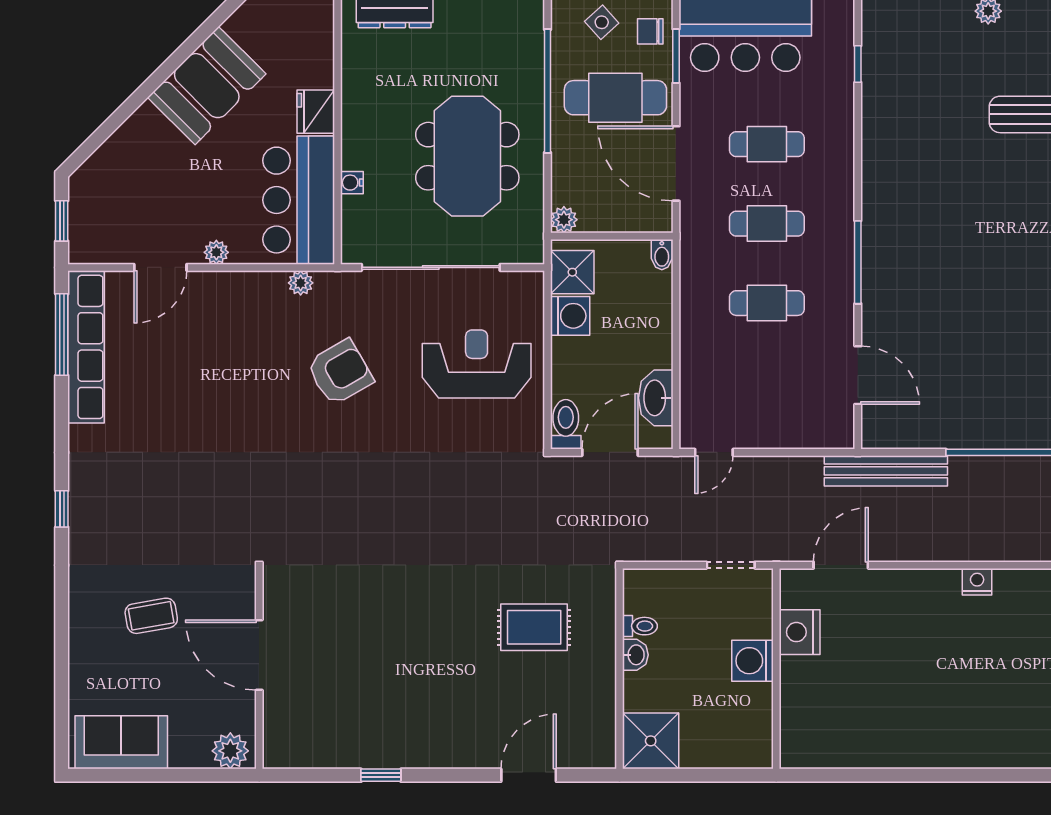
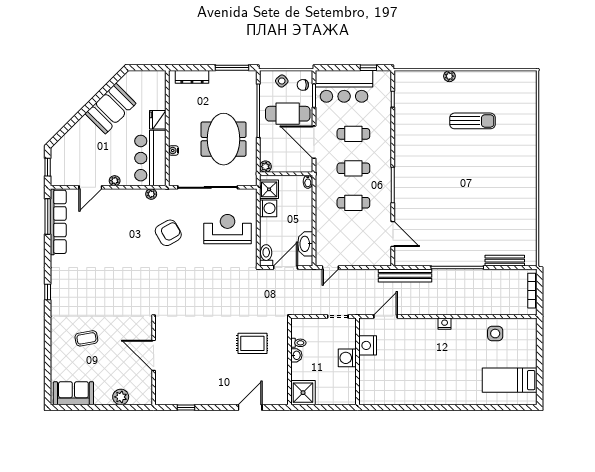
door: (259, 655) -> (154, 355), moved
wall: (259, 669) -> (154, 361), moved

